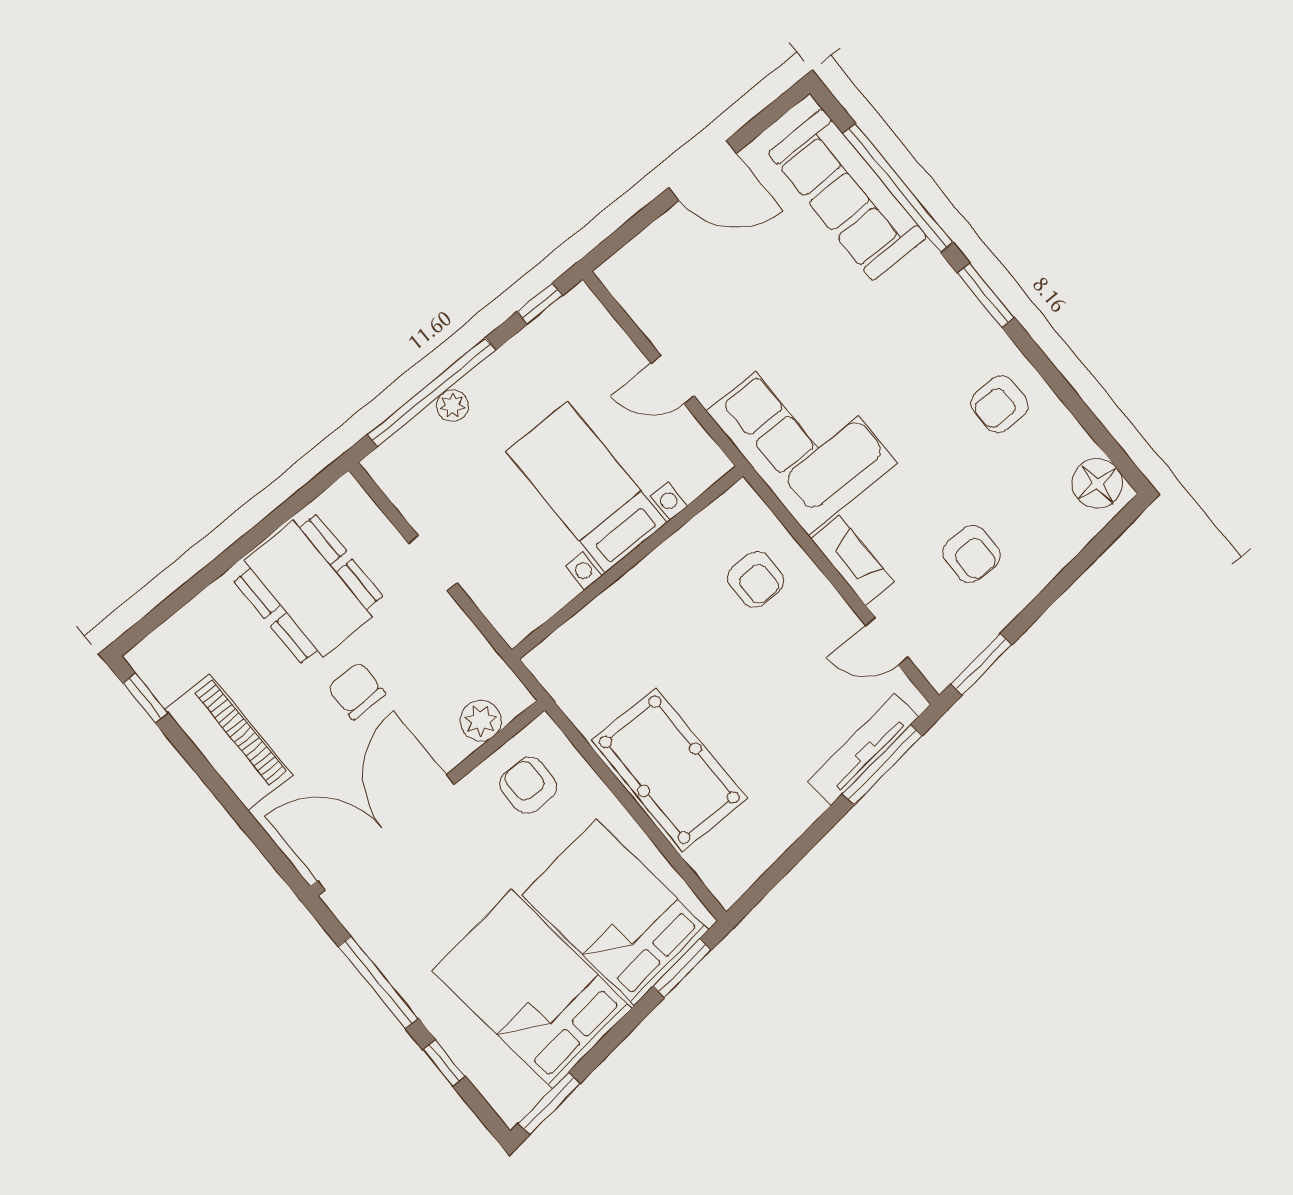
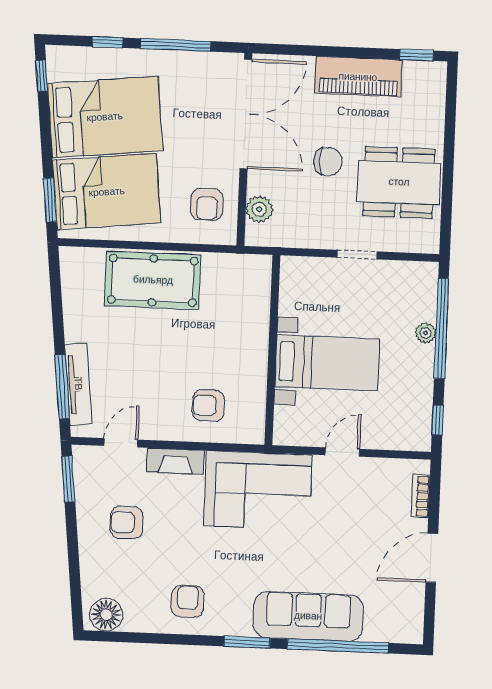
sofa: (847, 195) -> (308, 616), moved
bookcase: (643, 246) -> (421, 496), added
armchair: (528, 785) -> (207, 204), turned 90
window: (549, 1103) -> (42, 76), width x0.67

